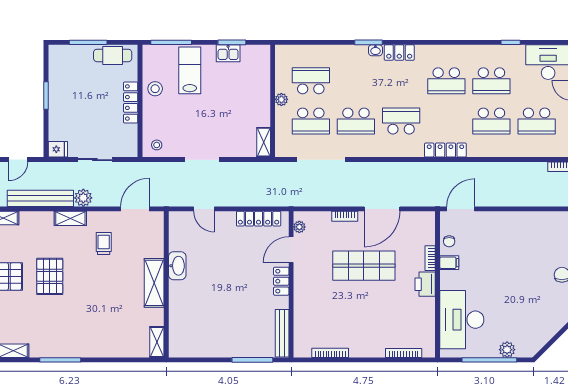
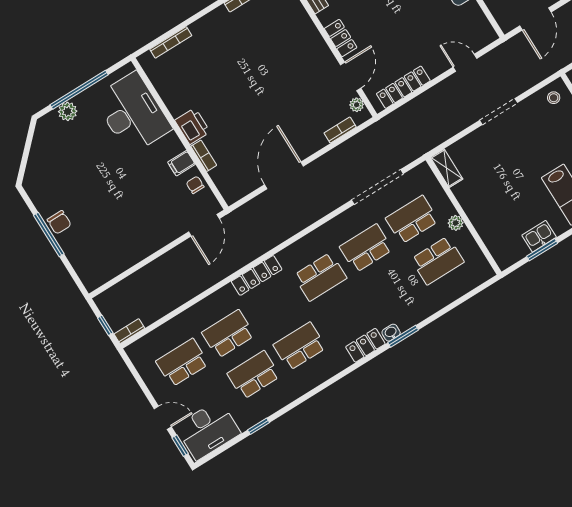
bookcase: (345, 216) -> (340, 130), moved
shop shelf: (364, 266) -> (267, 106), removed

